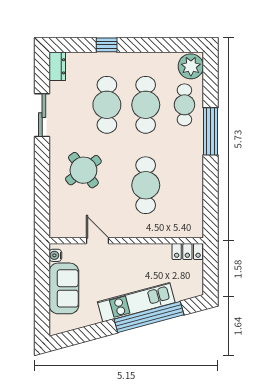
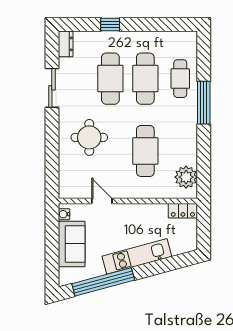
plant: (191, 66) -> (186, 177), moved
round table: (83, 170) -> (89, 137), turned 37
window: (149, 317) -> (103, 282), moved

